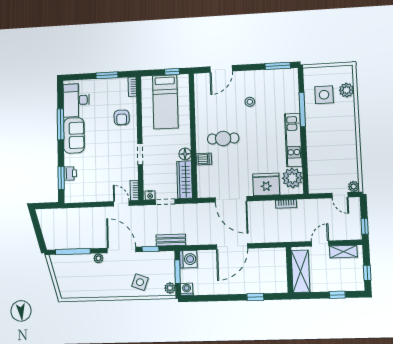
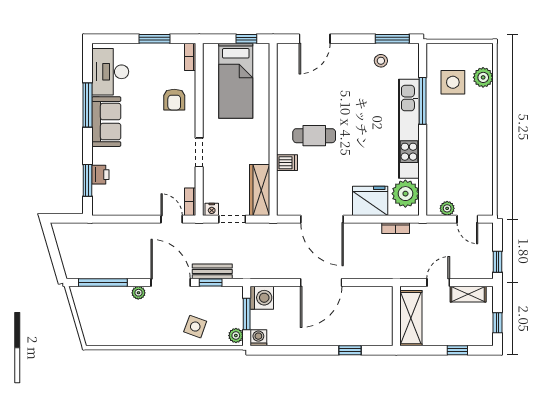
stool: (250, 102) -> (381, 61), moved
kitchen unit: (293, 140) -> (409, 129), width x1.36
floor lamp: (185, 154) -> (261, 155), removed
plant: (354, 187) -> (447, 208), moved
bench: (171, 240) -> (212, 271), moved

